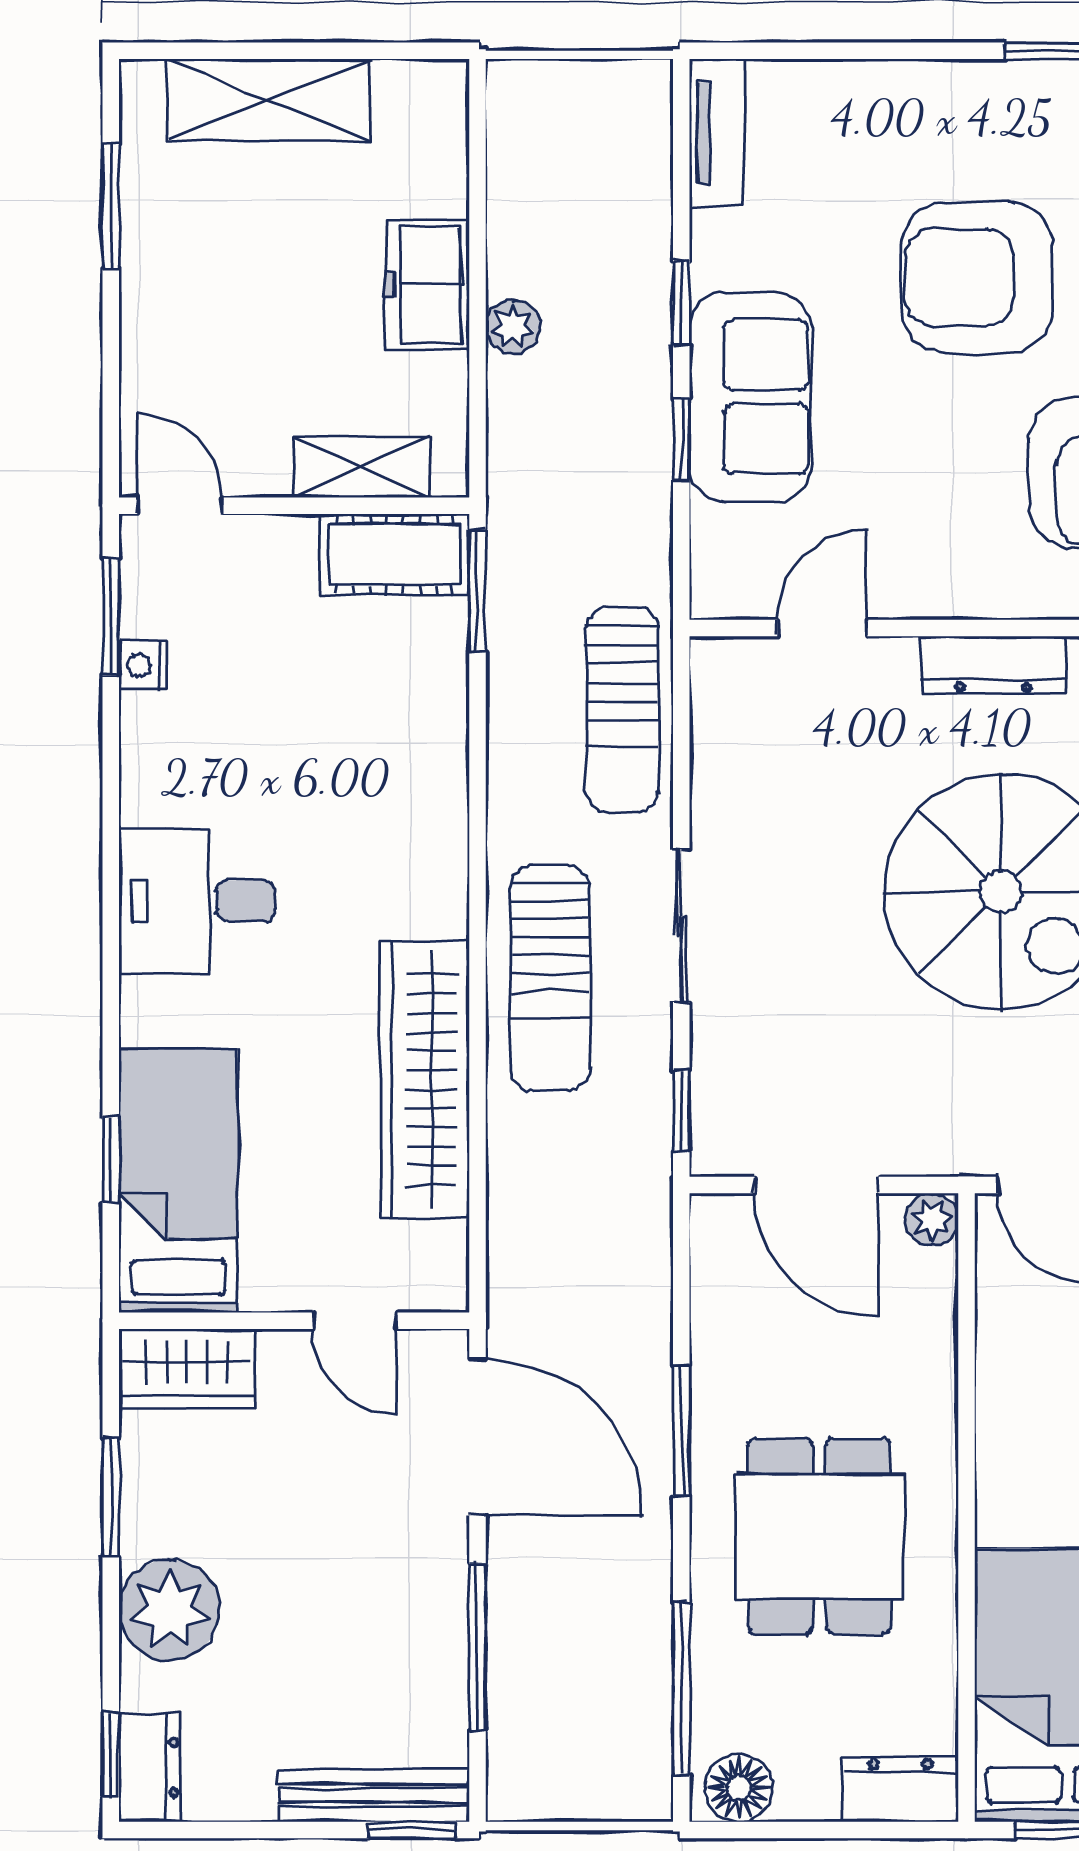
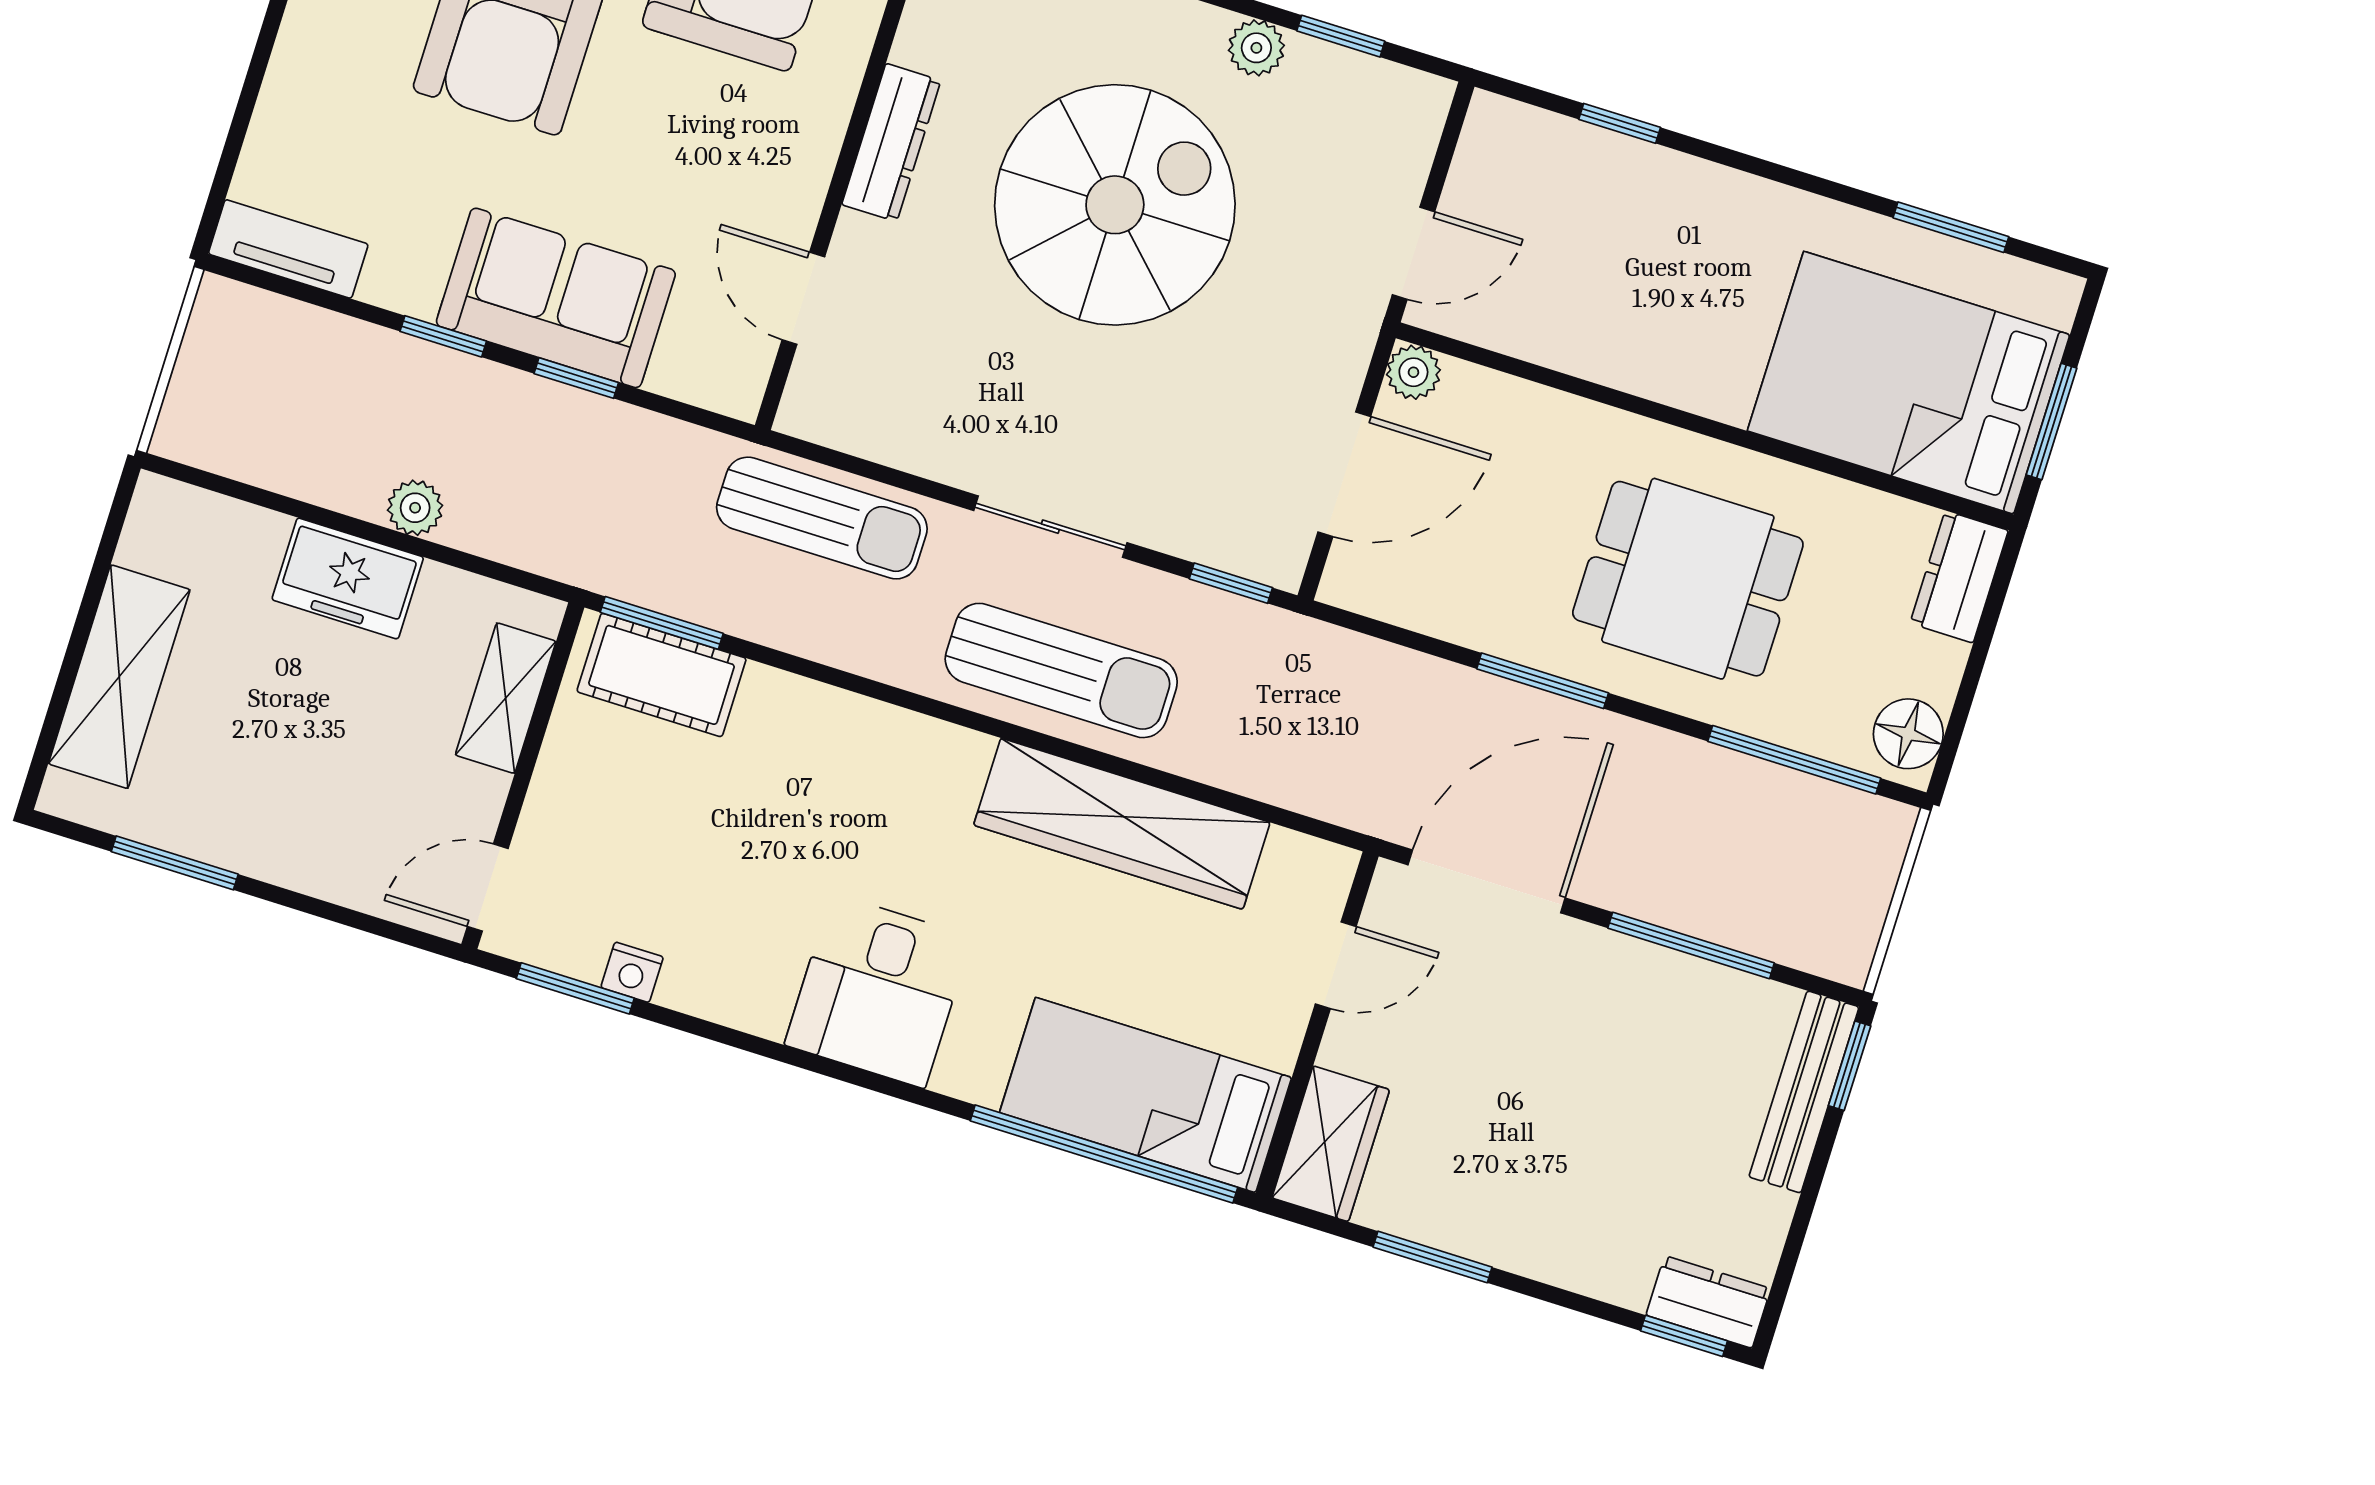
cot: (395, 554) -> (662, 675), moved, turned 90
window: (111, 1159) -> (1104, 1154), width x3.17
plant: (169, 1610) -> (1561, 1235), removed

